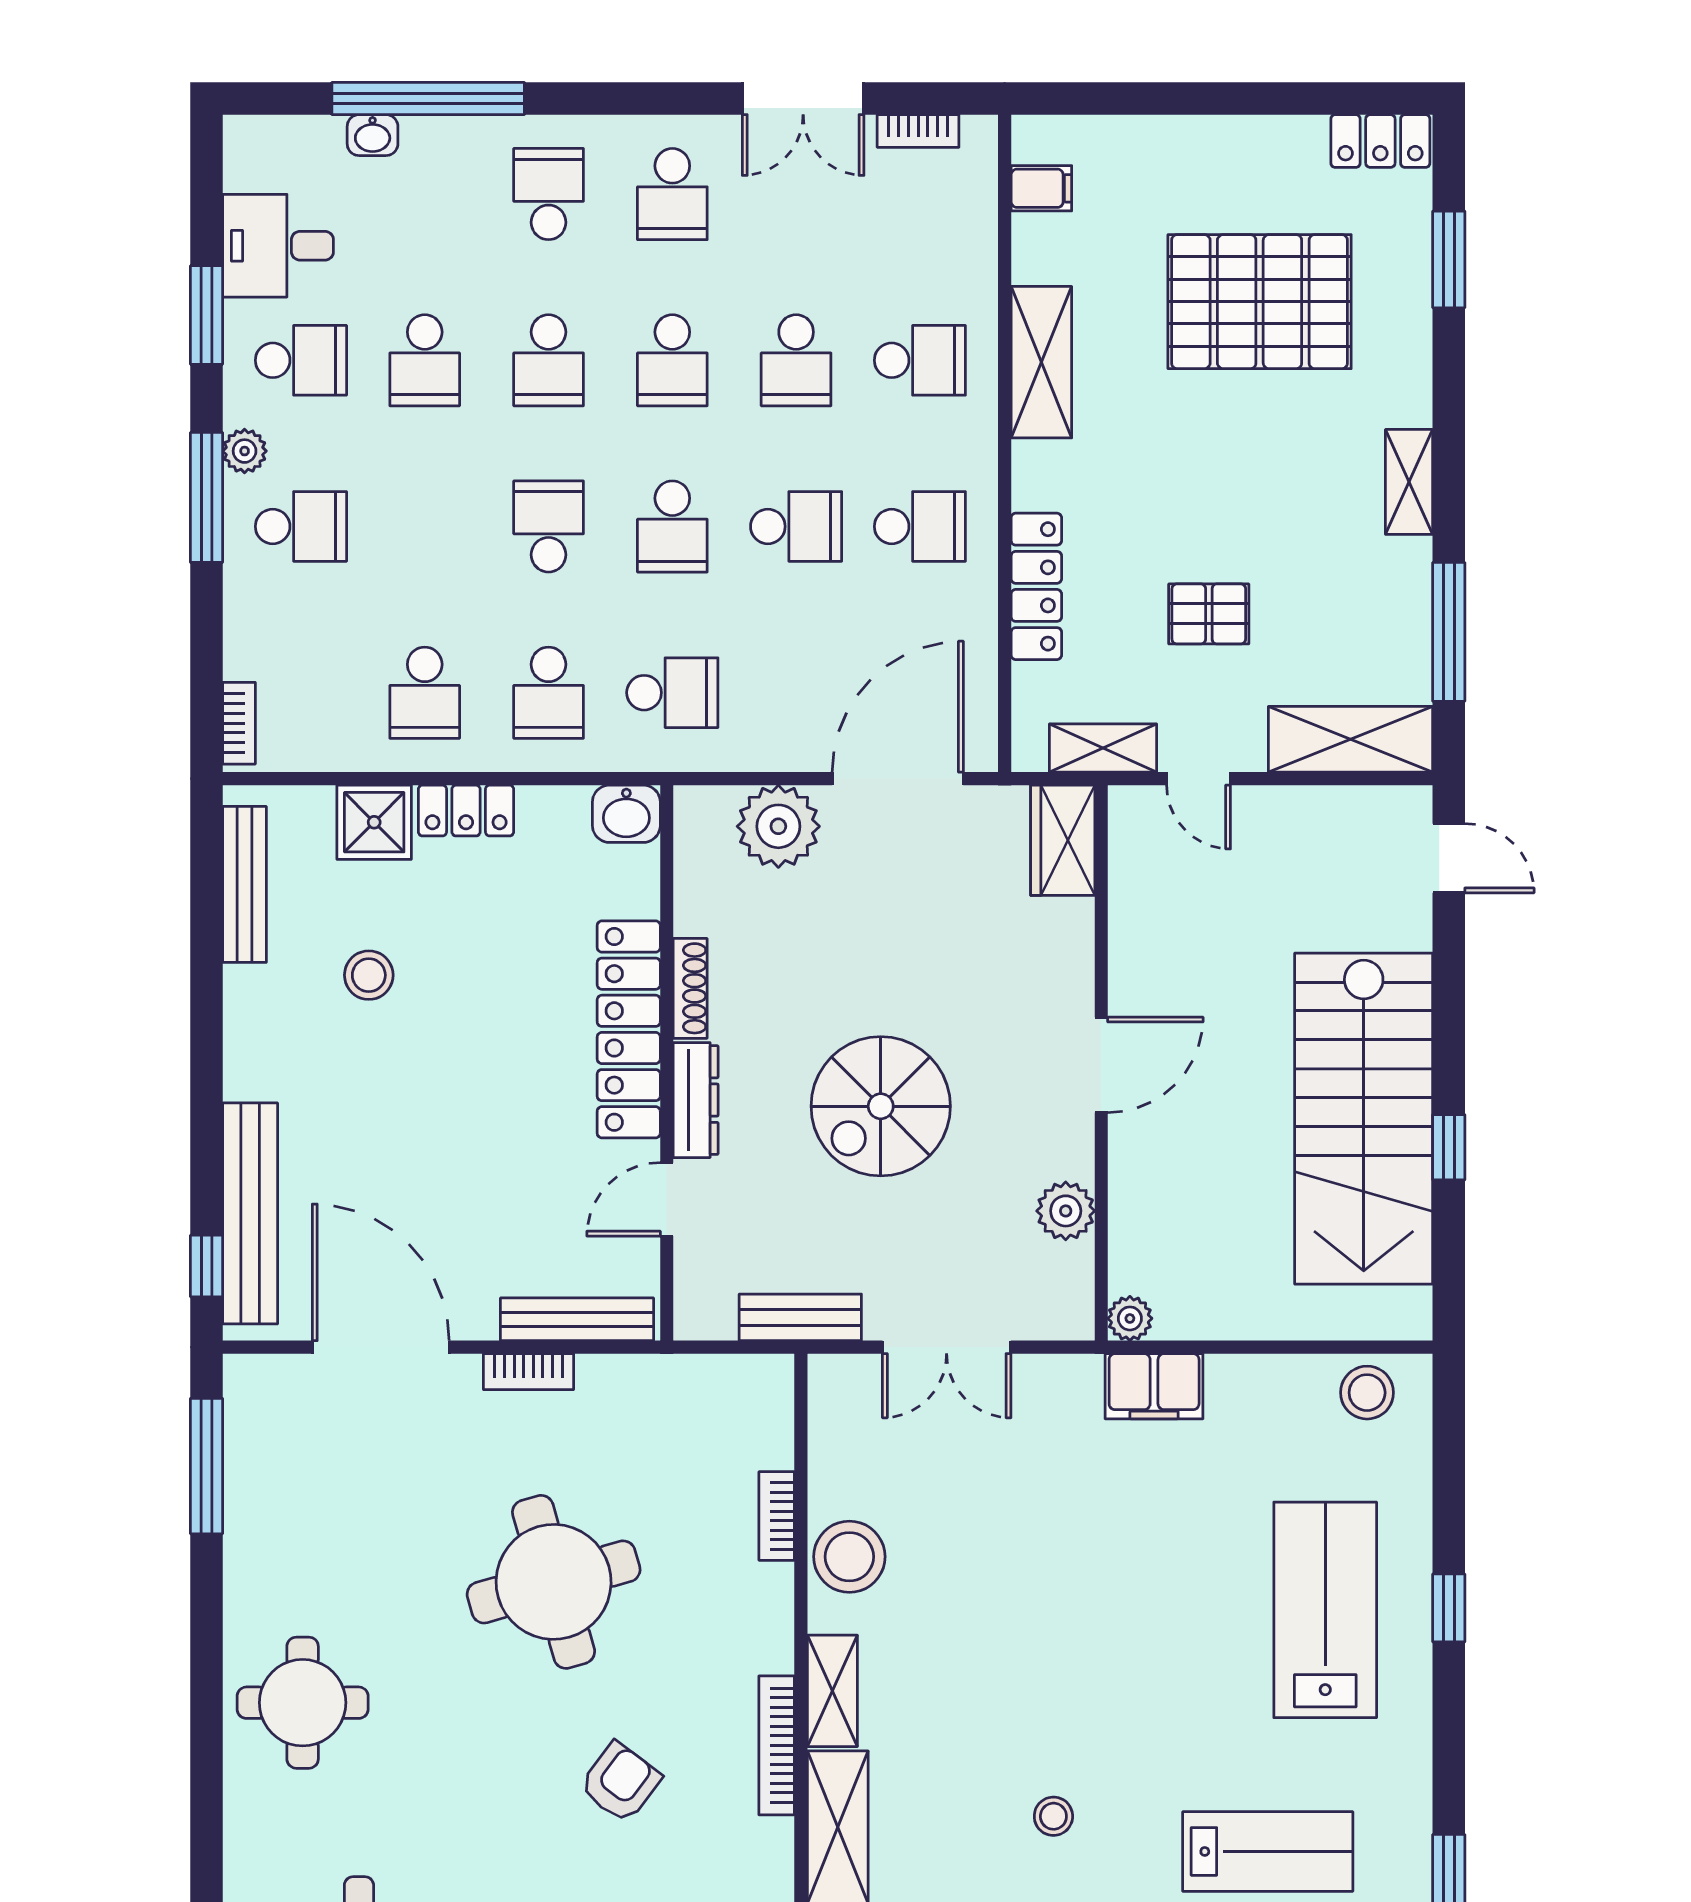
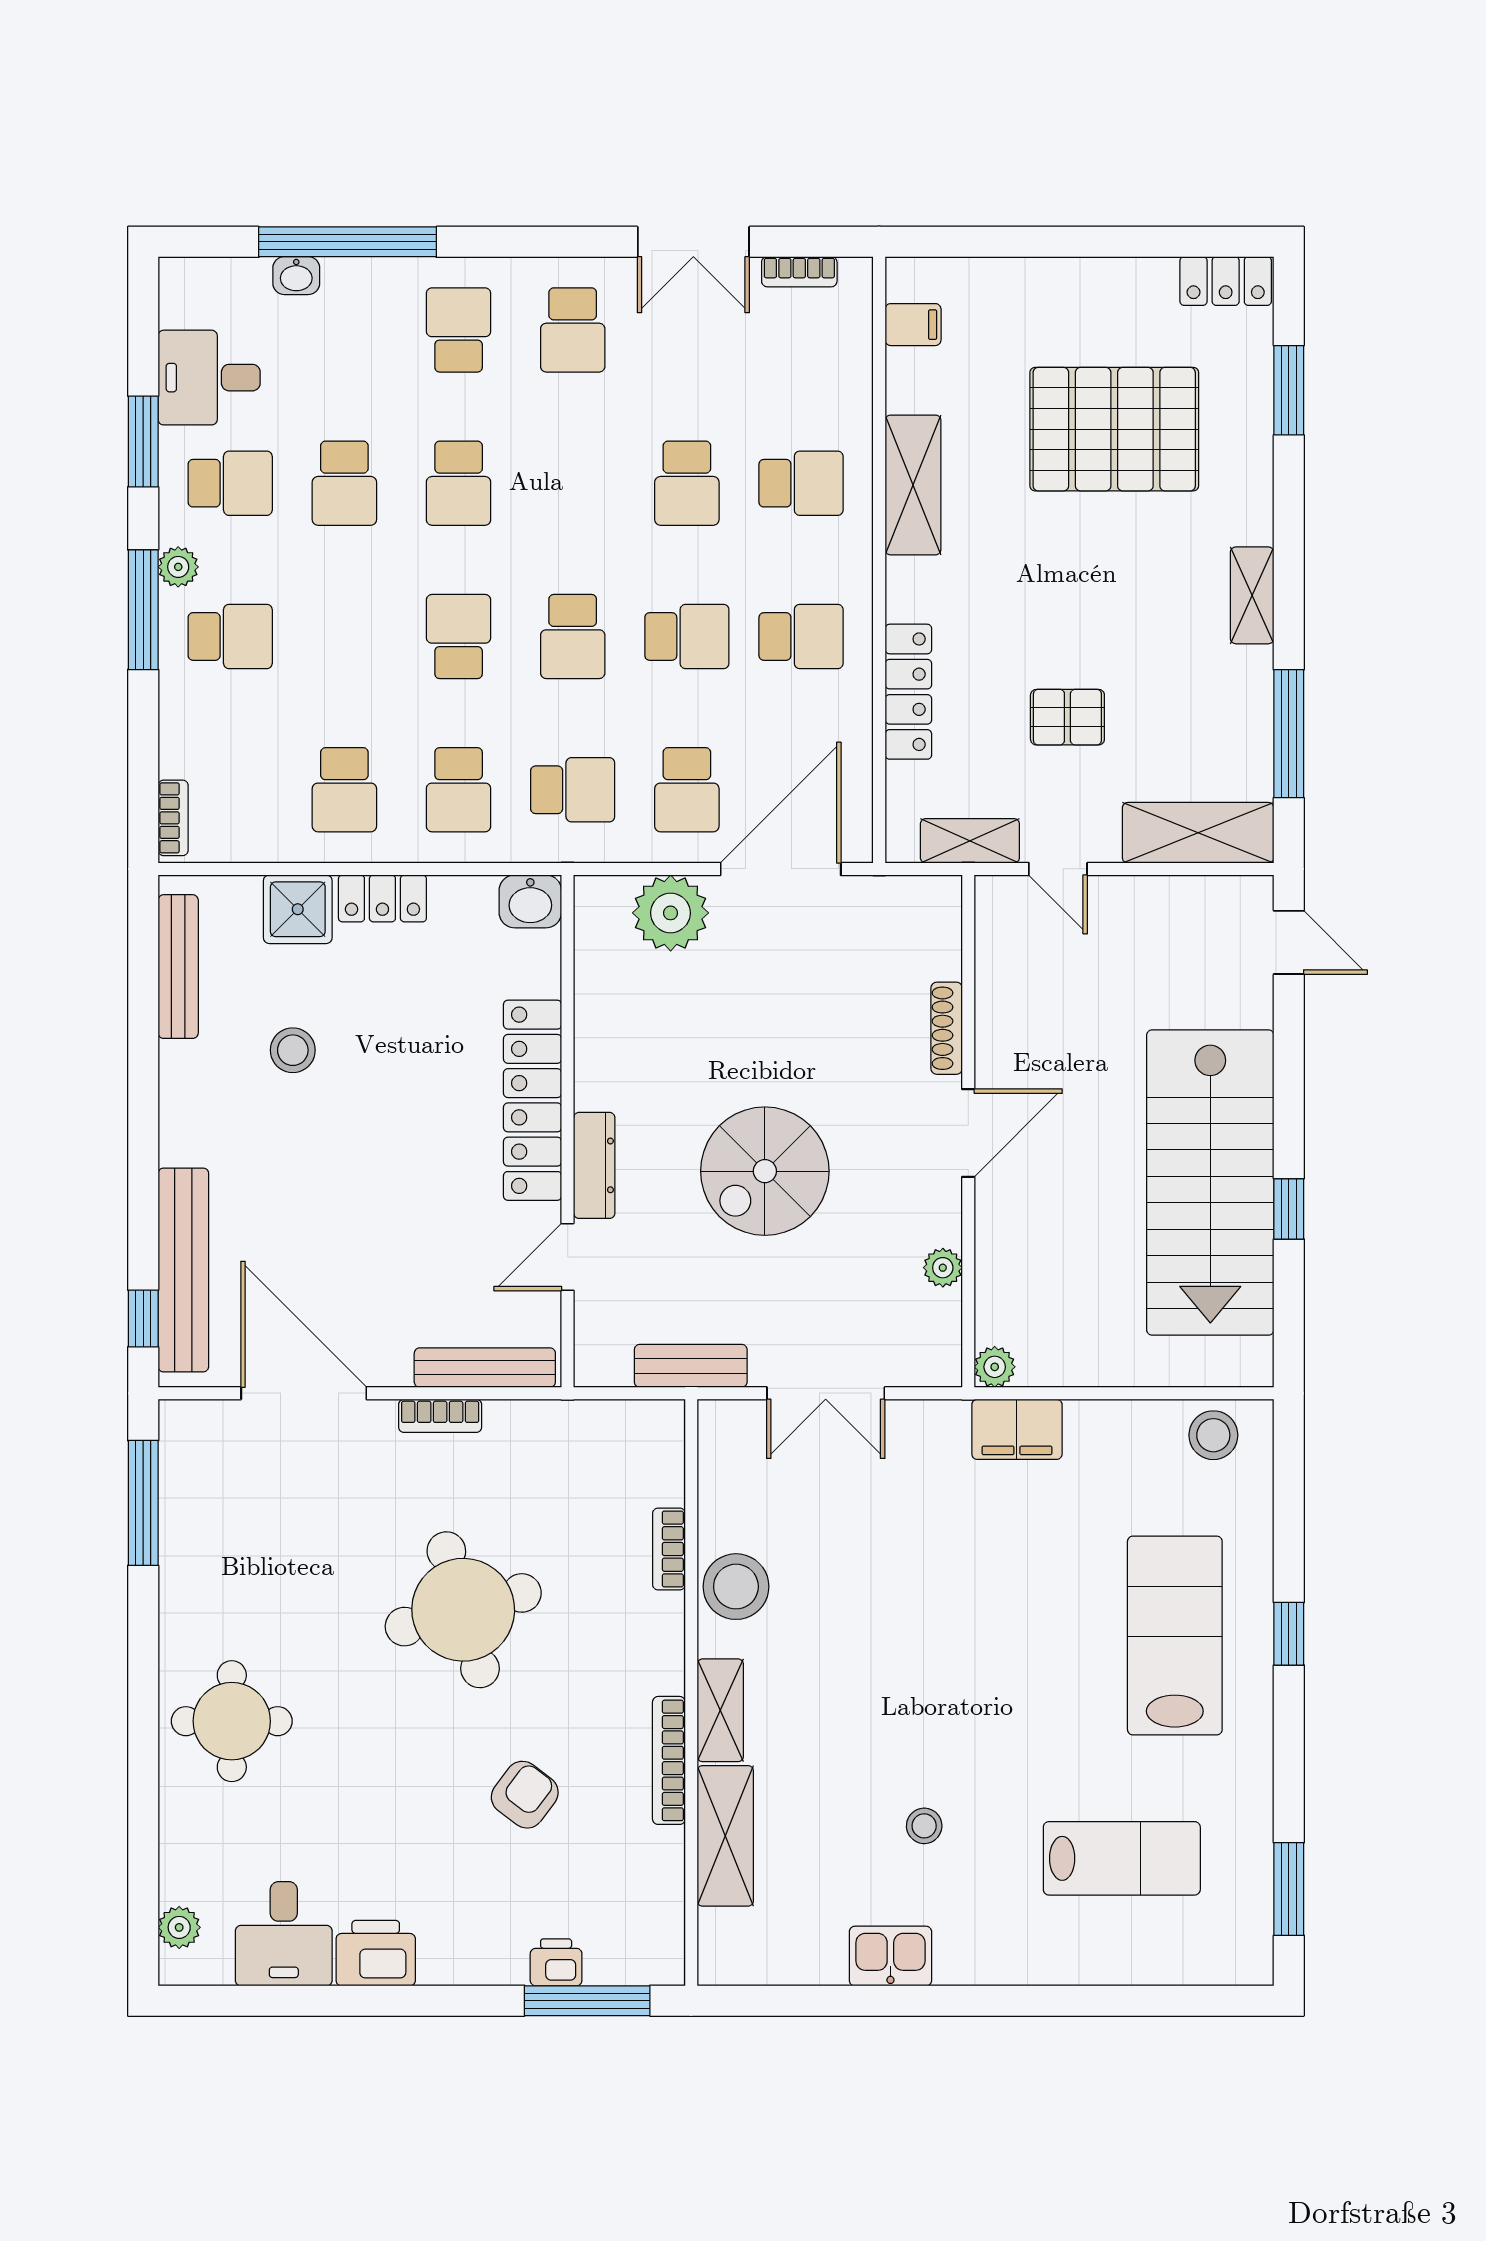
school desk: (672, 360) -> (687, 790), moved
wardrobe: (1063, 840) -> (933, 926), removed
shoe rack: (690, 988) -> (947, 1028), moved, turned 180
plant: (1066, 1211) -> (943, 1268), width x0.73, depth x0.73

